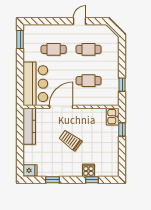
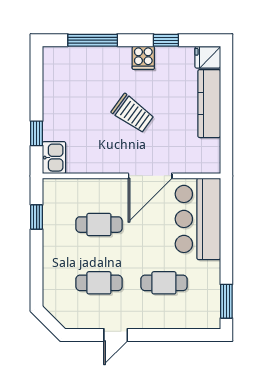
kitchen counter: (29, 126) -> (209, 104), moved
cooker: (88, 170) -> (143, 58), moved
window: (92, 180) -> (93, 40), width x2.17

